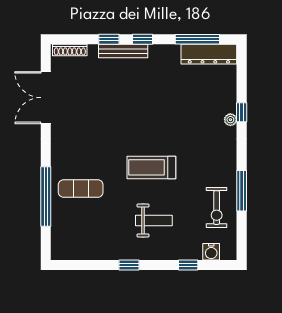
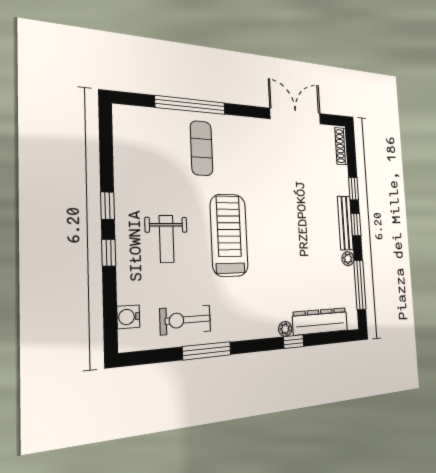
bench: (123, 51) -> (345, 223), moved
plant: (173, 51) -> (348, 259), added
dresser: (209, 54) -> (320, 321), moved, turned 90
treadmill: (151, 167) -> (229, 235), width x1.37, depth x1.38
window: (188, 265) -> (109, 253), moved

